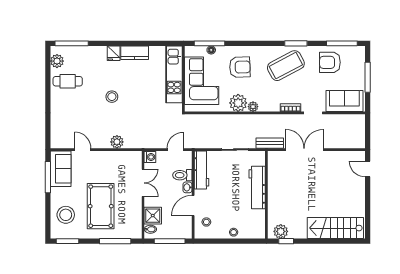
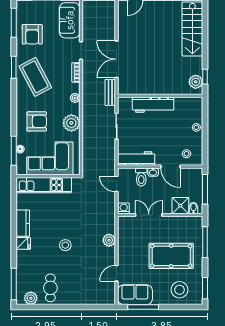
armchair: (240, 67) -> (37, 121), turned 92
plant: (253, 107) -> (75, 98), moved

